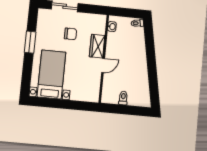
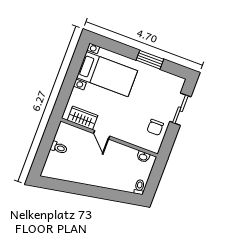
chair: (70, 34) -> (155, 127), moved
wardrobe: (97, 46) -> (83, 118), moved

